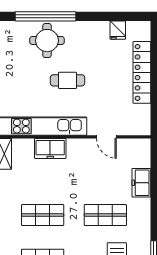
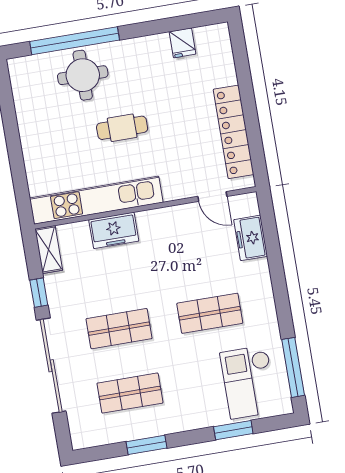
locker: (142, 72) -> (234, 132), moved
door: (106, 137) -> (212, 196), moved
freezer: (141, 183) -> (251, 238), moved

